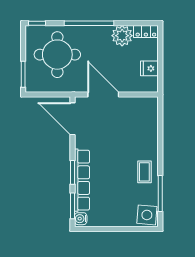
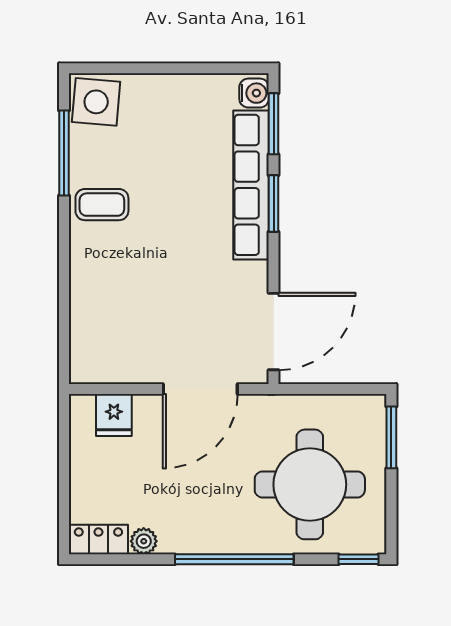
plant: (122, 36) -> (144, 541), width x0.53, depth x0.53
fridge: (149, 68) -> (114, 415), moved, turned 90
door: (103, 95) -> (200, 389), hinge flipped
door: (72, 119) -> (274, 331), hinge flipped
coffee table: (144, 172) -> (102, 205), turned 90

